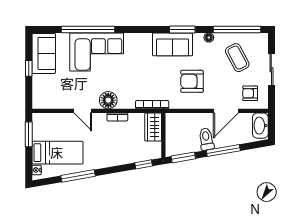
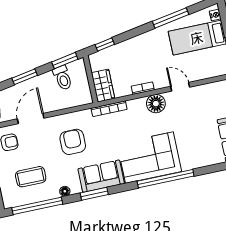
window: (88, 30) -> (166, 179), moved
corner sofa: (97, 52) -> (149, 158), moved
coffee table: (237, 58) -> (31, 177), turned -62
armchair: (192, 81) -> (73, 142), turned -90
toilet: (206, 139) -> (63, 78), moved
window: (223, 150) -> (25, 77), width x0.69

